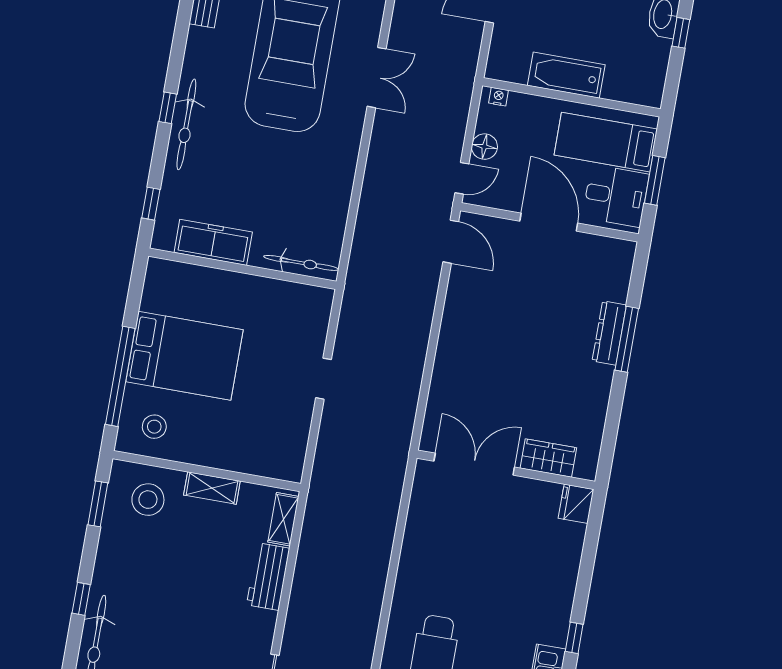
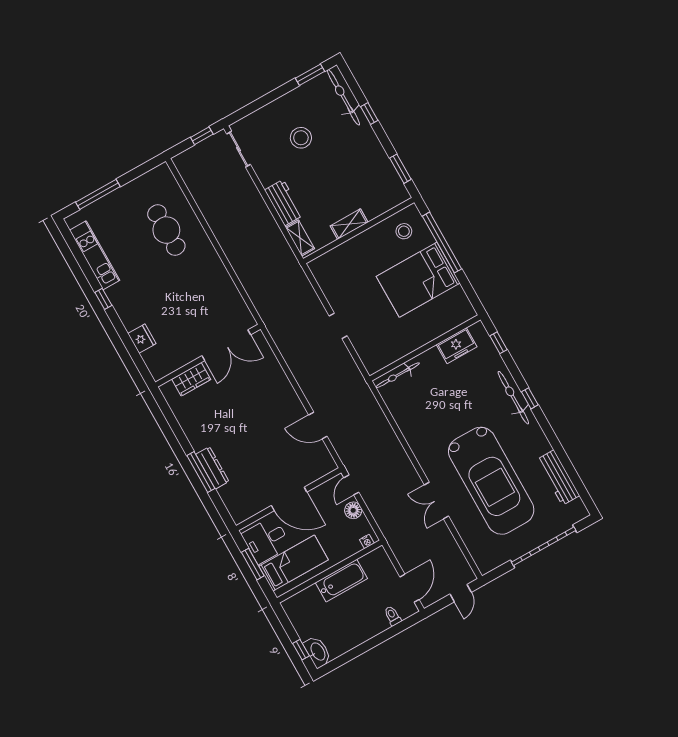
freezer: (213, 242) -> (457, 346), width x0.71
door: (451, 242) -> (318, 426), moved
stool: (148, 500) -> (301, 138), moved
fridge: (576, 504) -> (142, 339), moved

